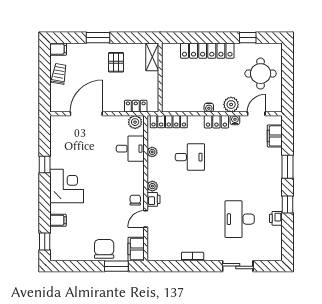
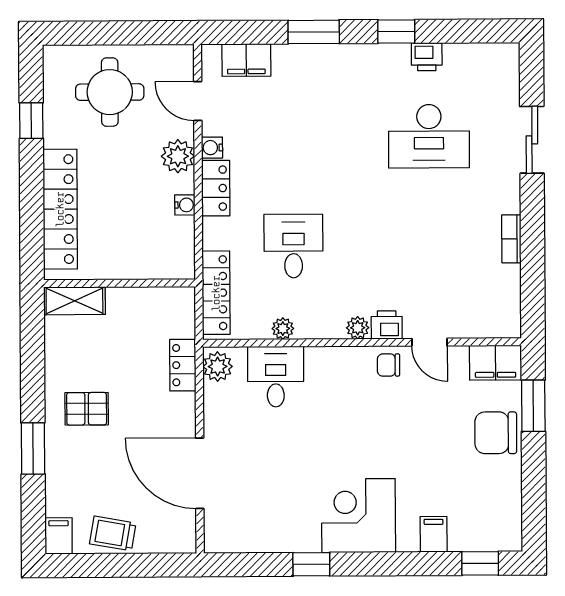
shelving: (152, 57) -> (74, 301), moved
wall: (160, 78) -> (119, 283), moved

